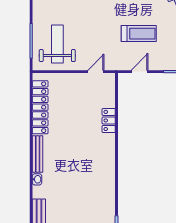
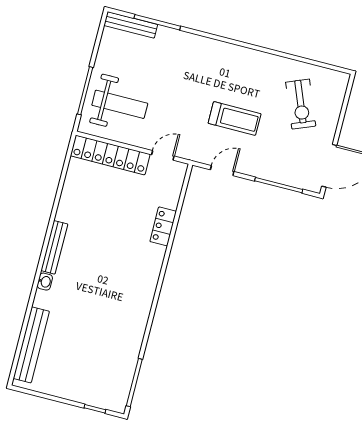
weight bench: (57, 44) -> (120, 104), turned 90
locker: (40, 107) -> (110, 155), moved, turned 90

